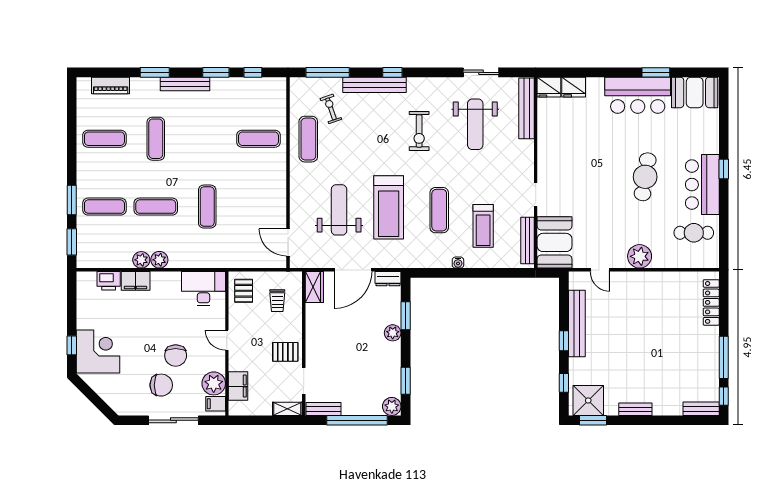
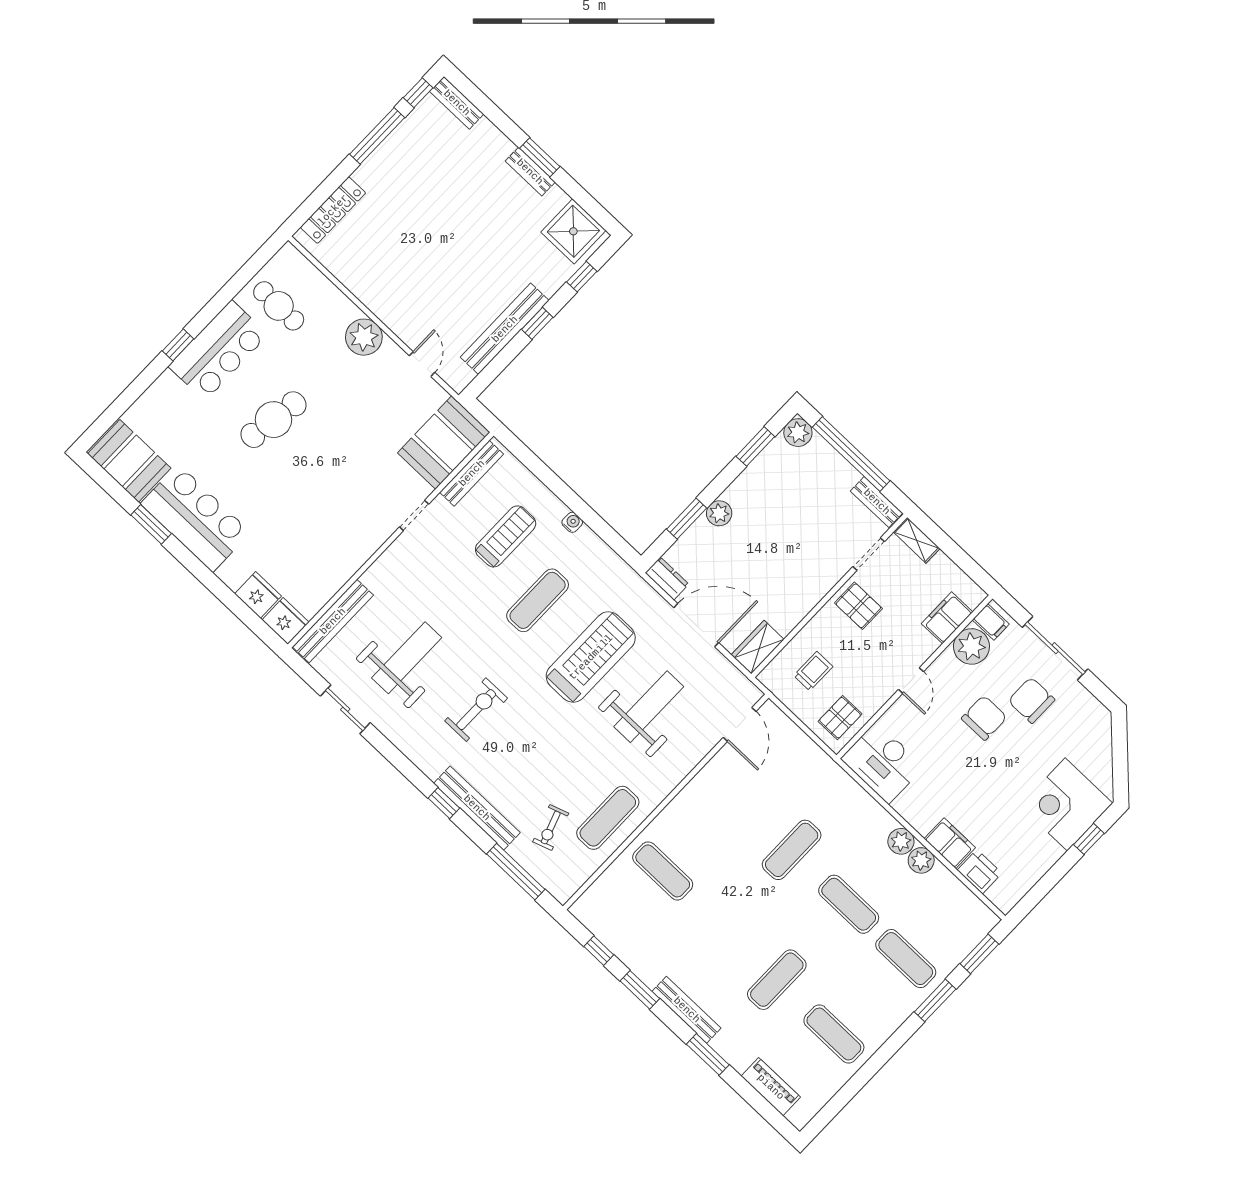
weight bench: (339, 210) -> (649, 707), turned 180
window: (593, 420) -> (540, 157), moved

